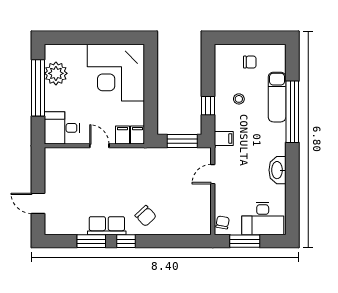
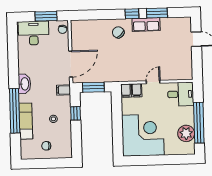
door: (99, 146) -> (153, 82), swing flipped
washbasin: (277, 170) -> (24, 84), moved
door: (213, 174) -> (71, 64), width x1.87

